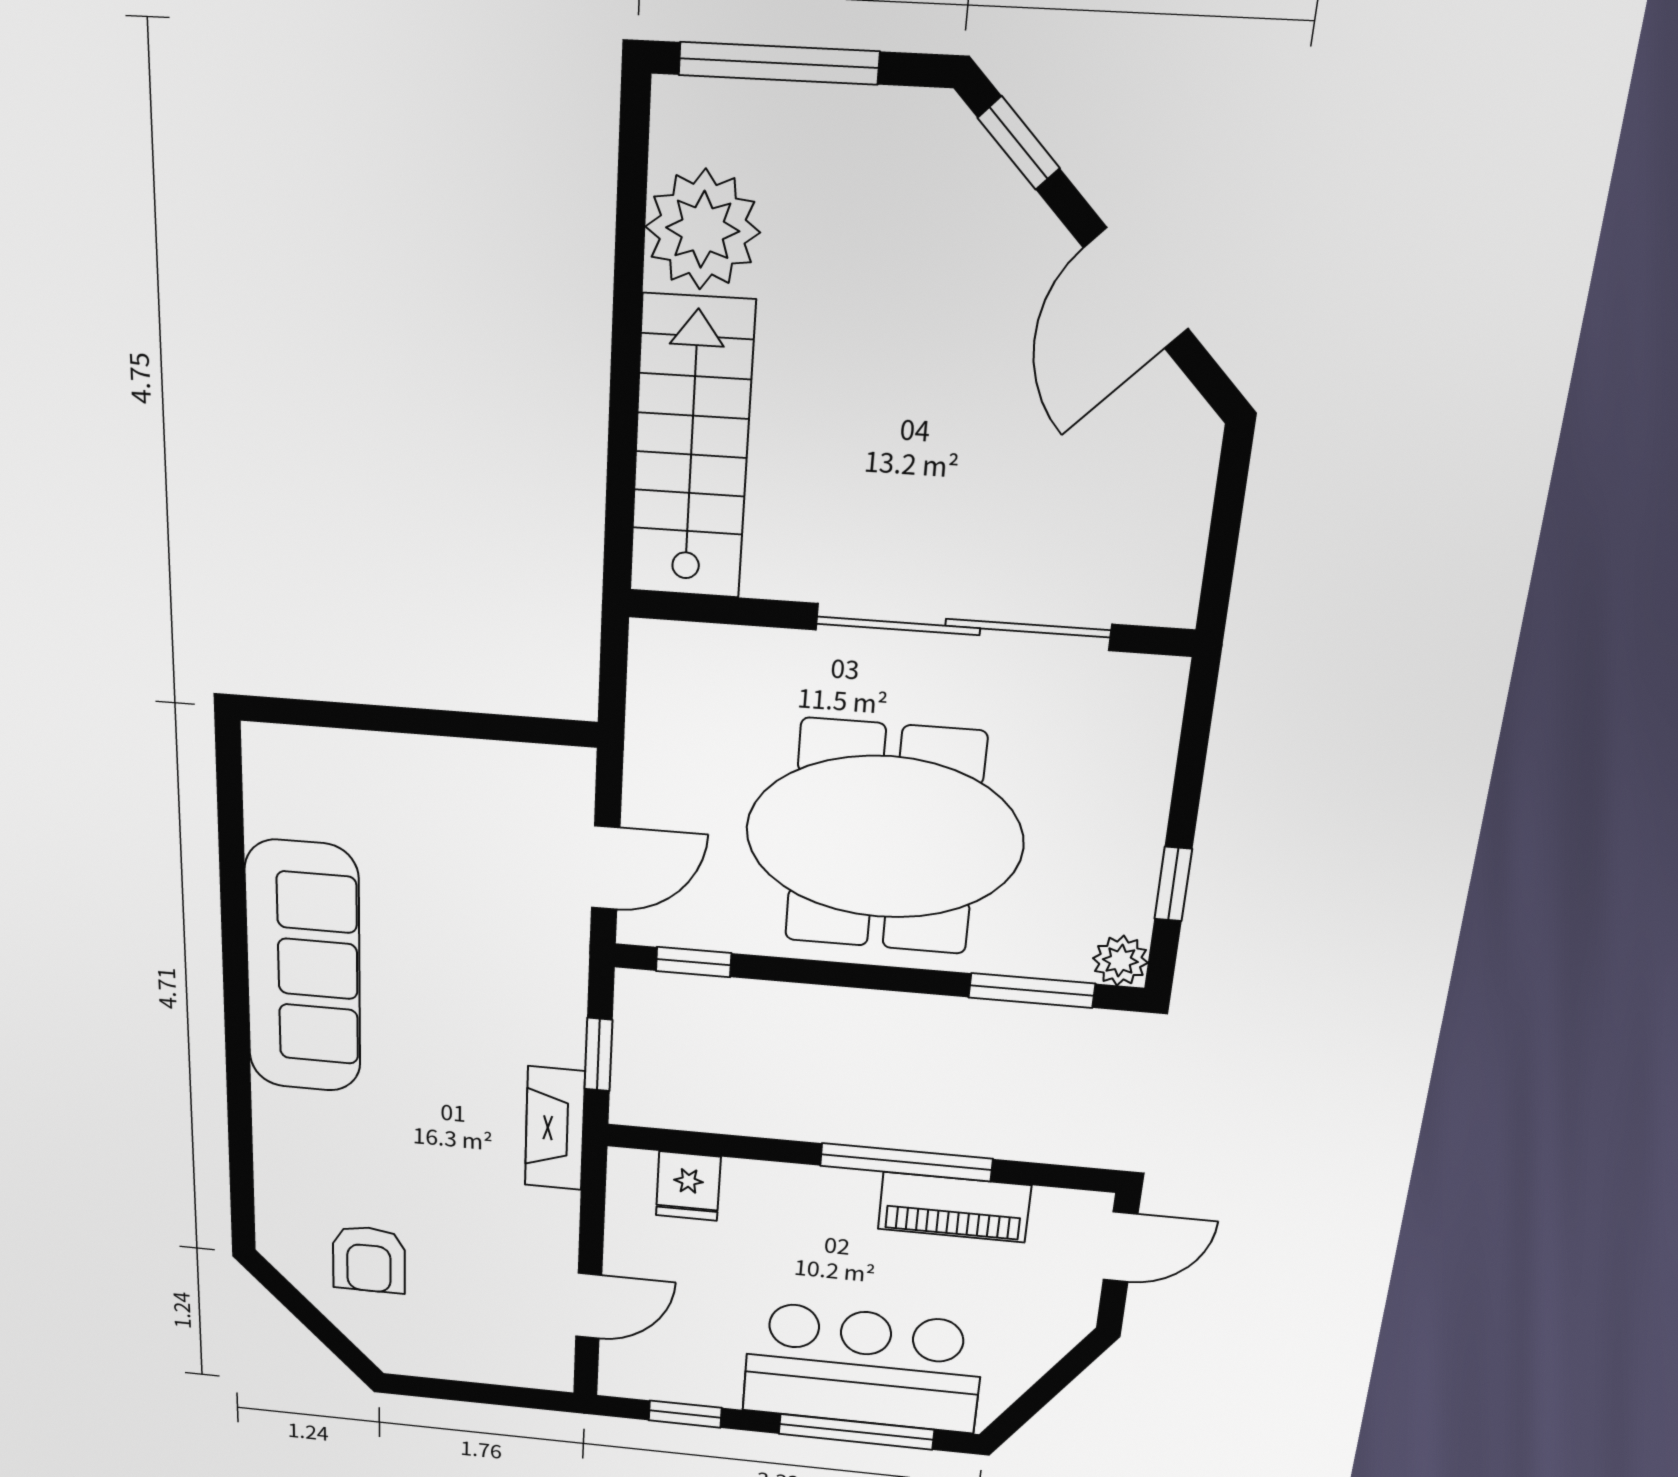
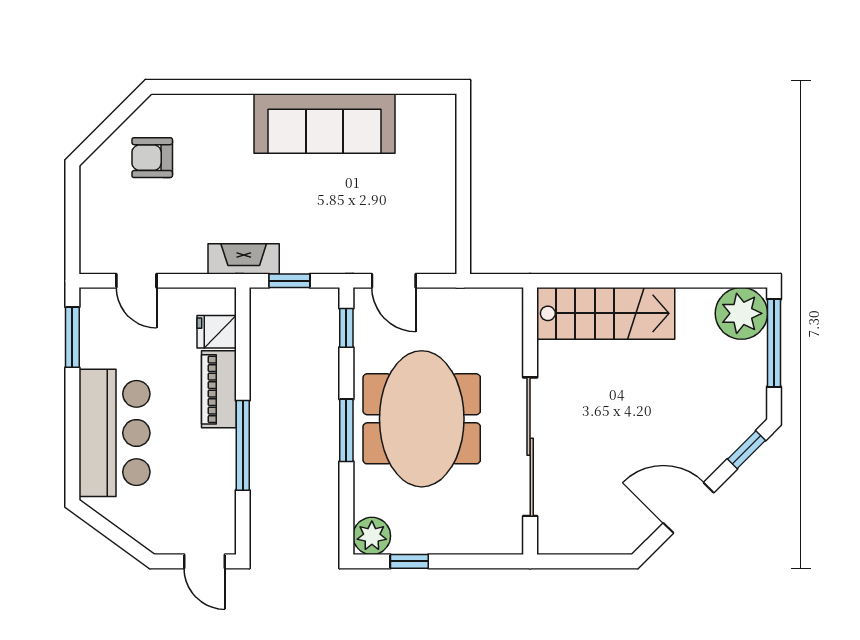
plant: (703, 229) -> (741, 313), moved
plant: (1120, 961) -> (372, 536), width x1.38, depth x1.38
window: (1032, 991) -> (346, 430), moved
piano: (954, 1207) -> (219, 389), moved
window: (685, 1414) -> (72, 337), width x1.50
window: (856, 1432) -> (72, 433), removed

